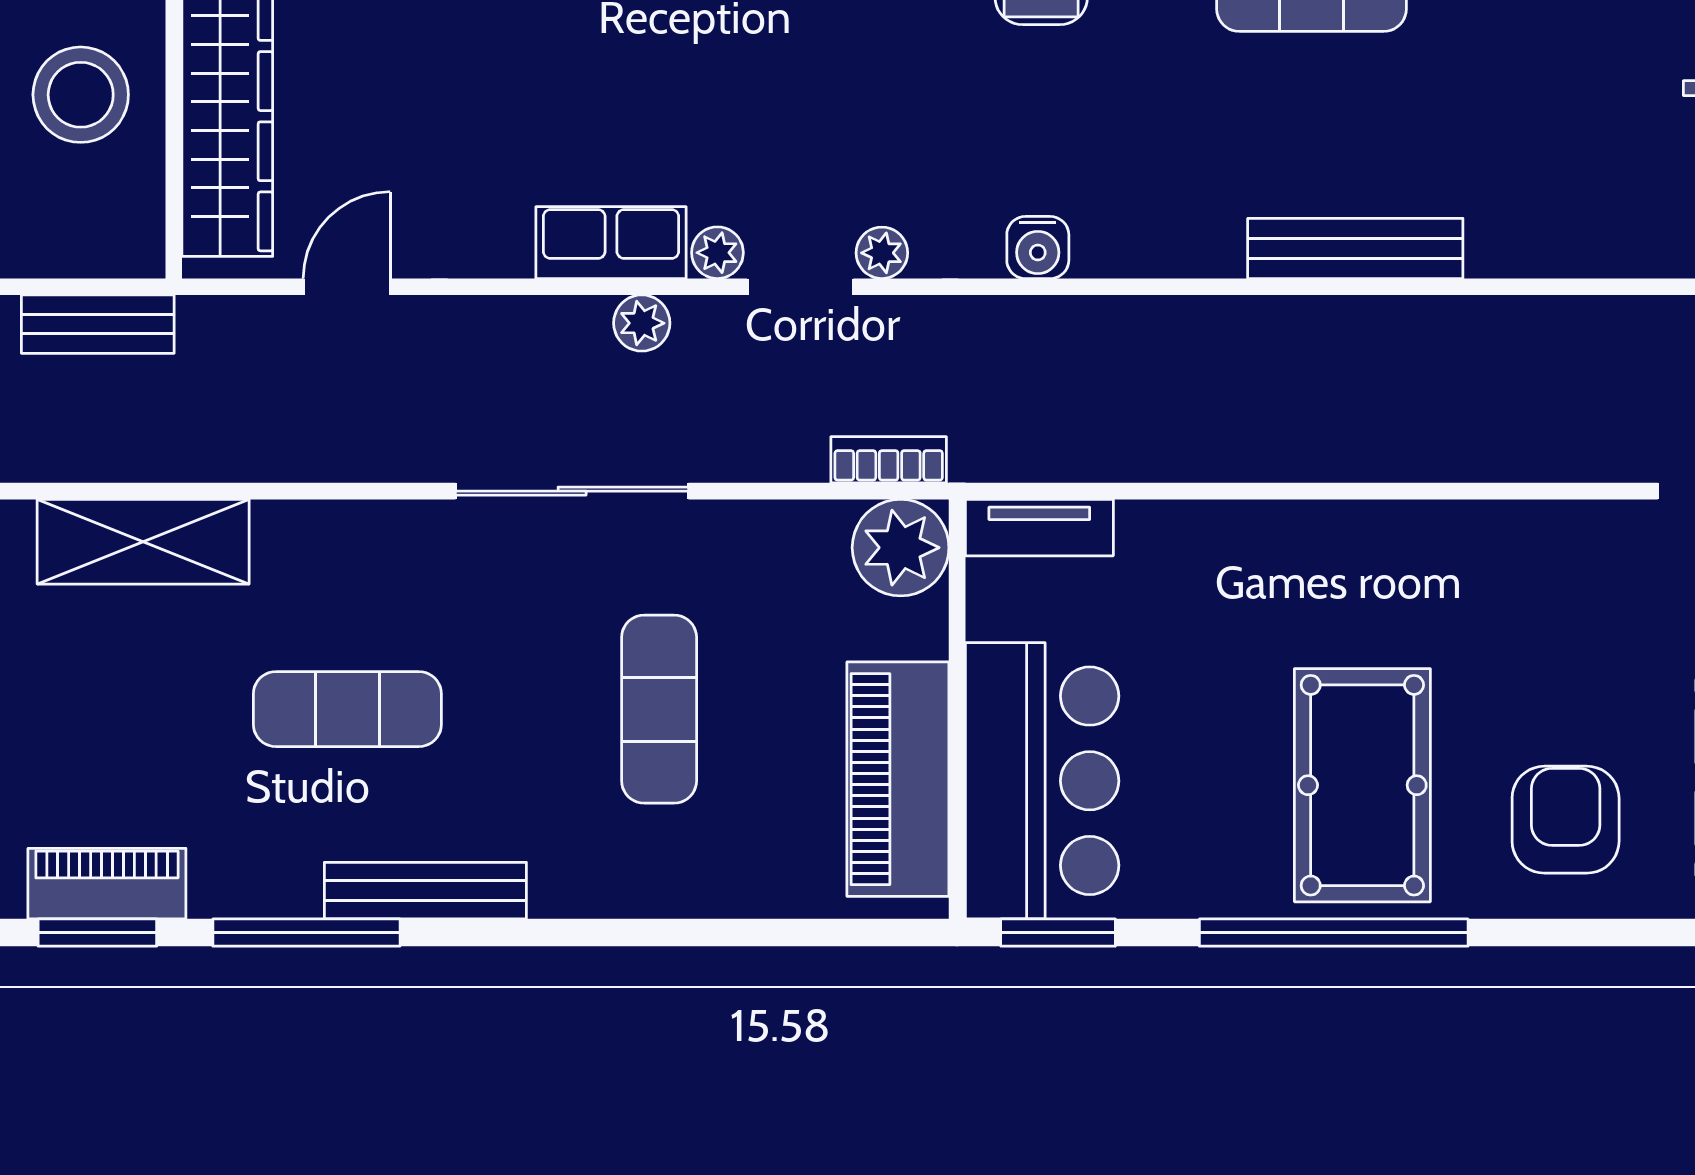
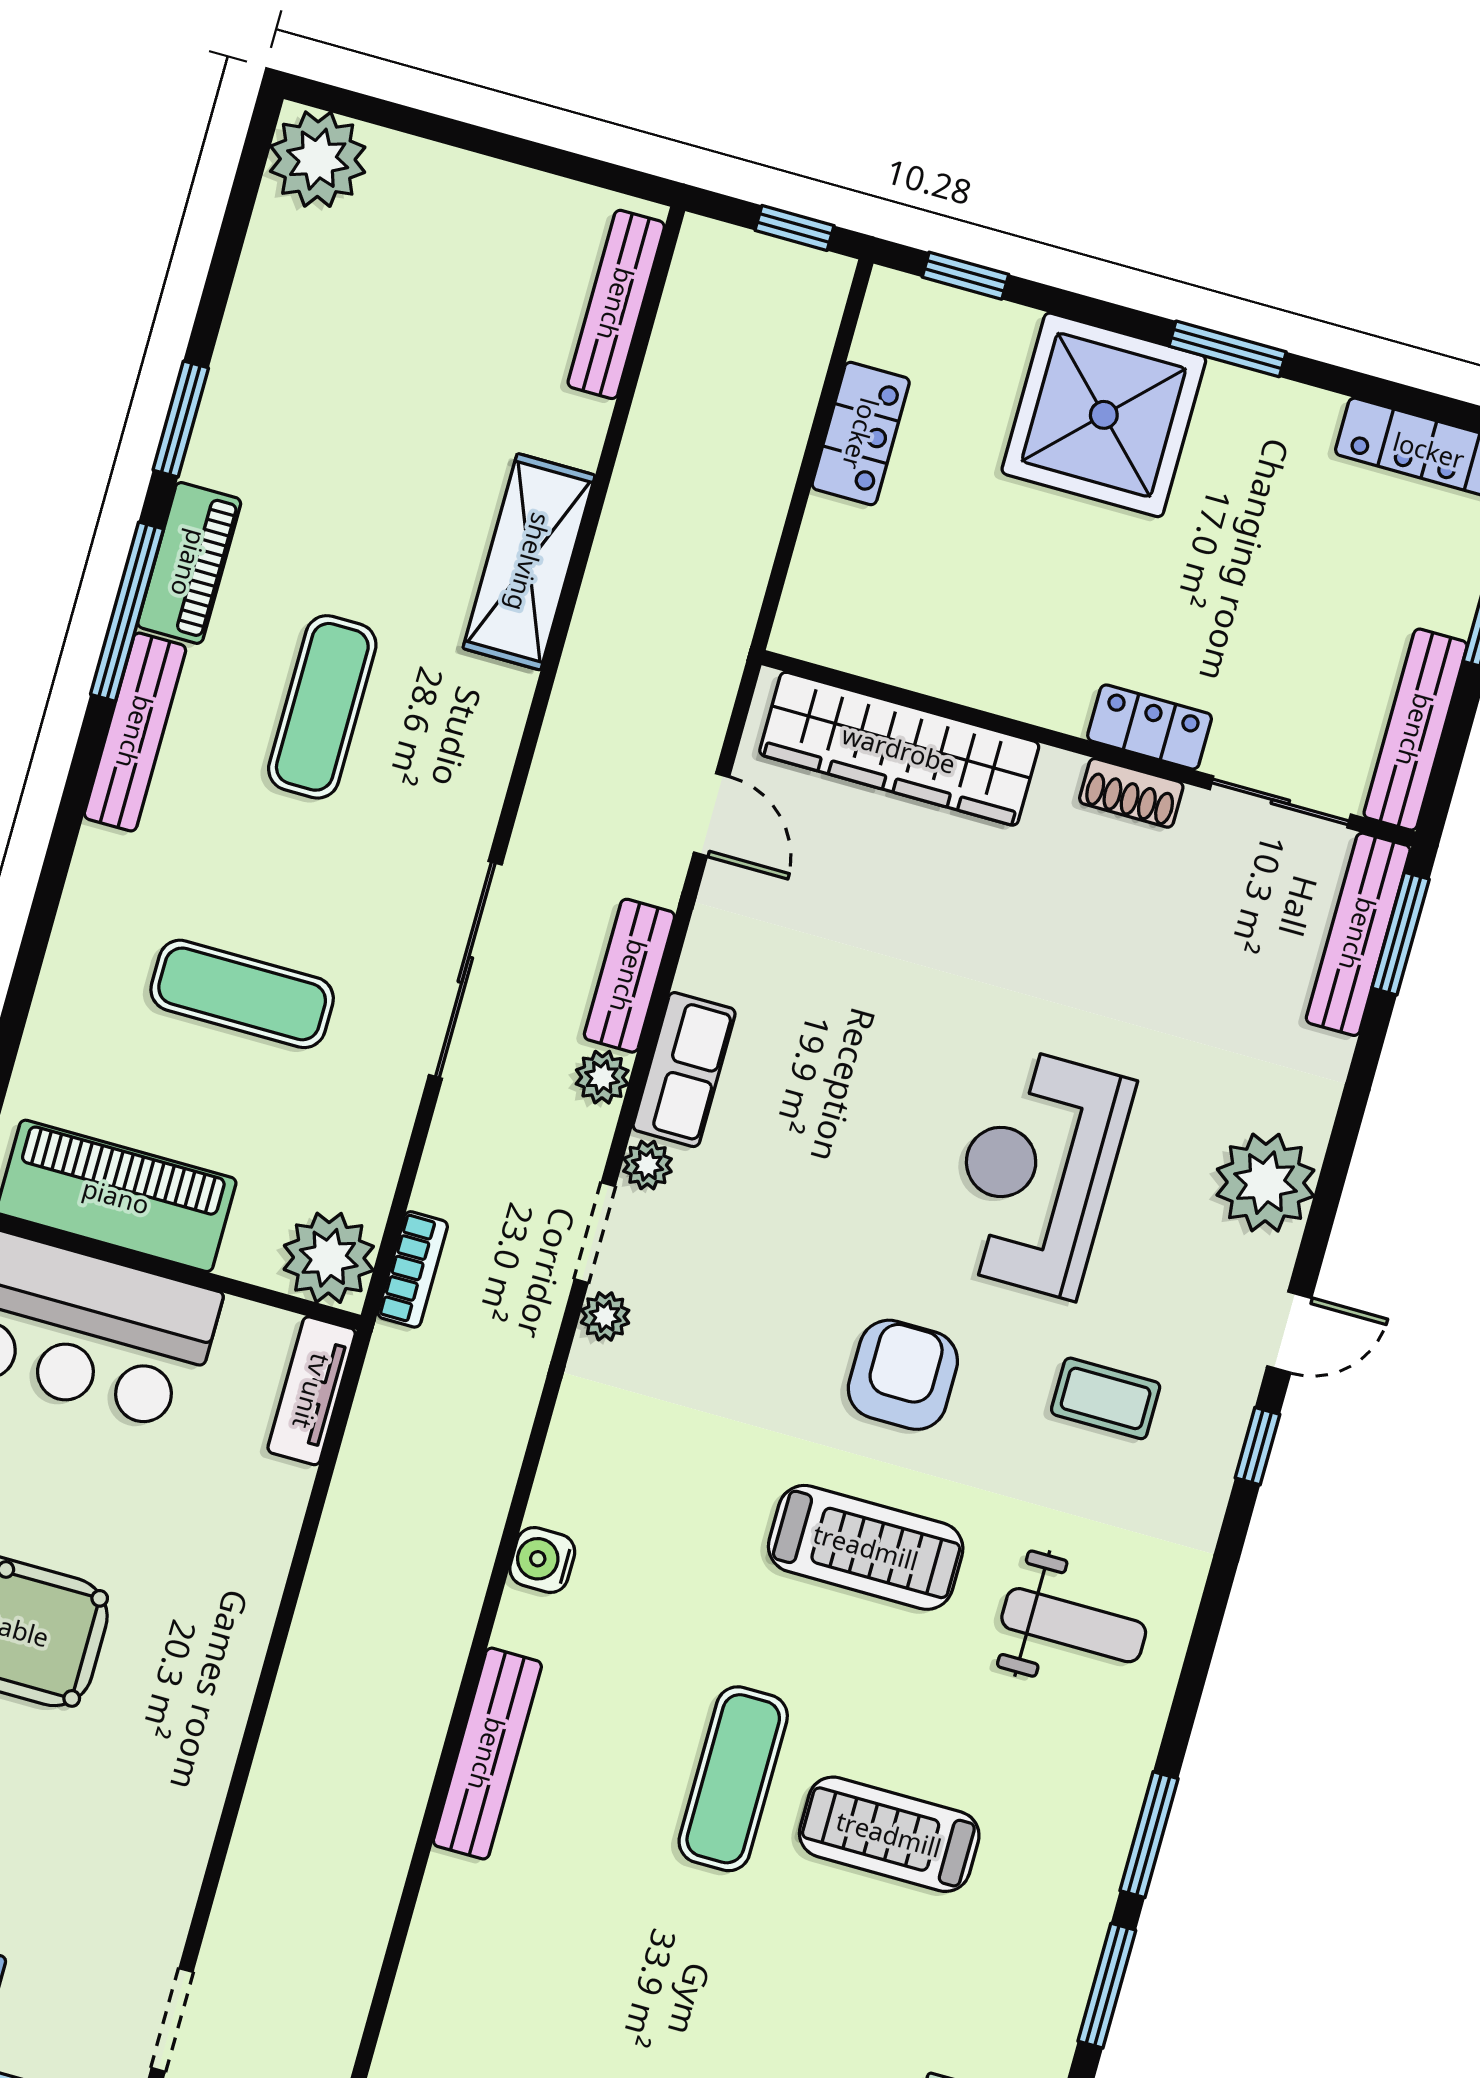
stool: (81, 95) -> (957, 619), removed
water cooler: (1038, 248) -> (542, 1560), moved
bench: (98, 324) -> (629, 976), moved
piano: (107, 884) -> (189, 563), moved

